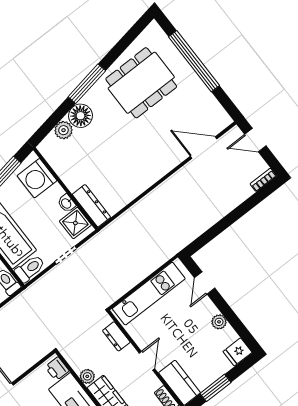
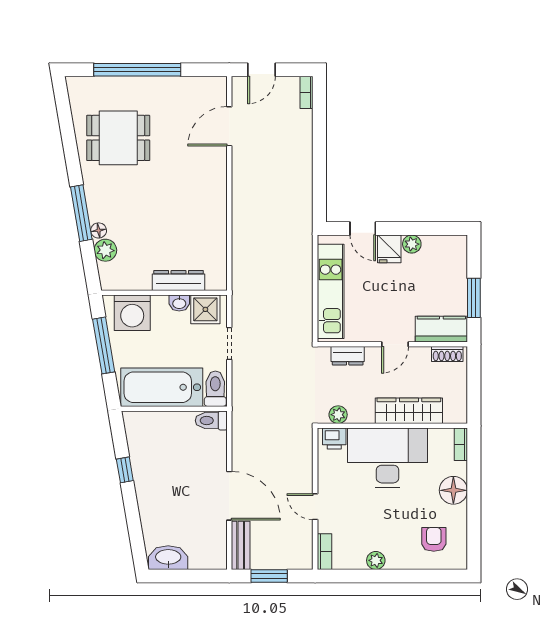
dining table: (141, 83) -> (118, 138), width x0.73
window: (87, 84) -> (81, 213), moved
floor lamp: (81, 116) -> (99, 230), width x0.53, depth x0.53
dresser: (91, 206) -> (179, 280), moved
fridge: (237, 352) -> (389, 249), moved
door: (147, 361) -> (395, 344), swing flipped
plant: (87, 376) -> (338, 415), moved

